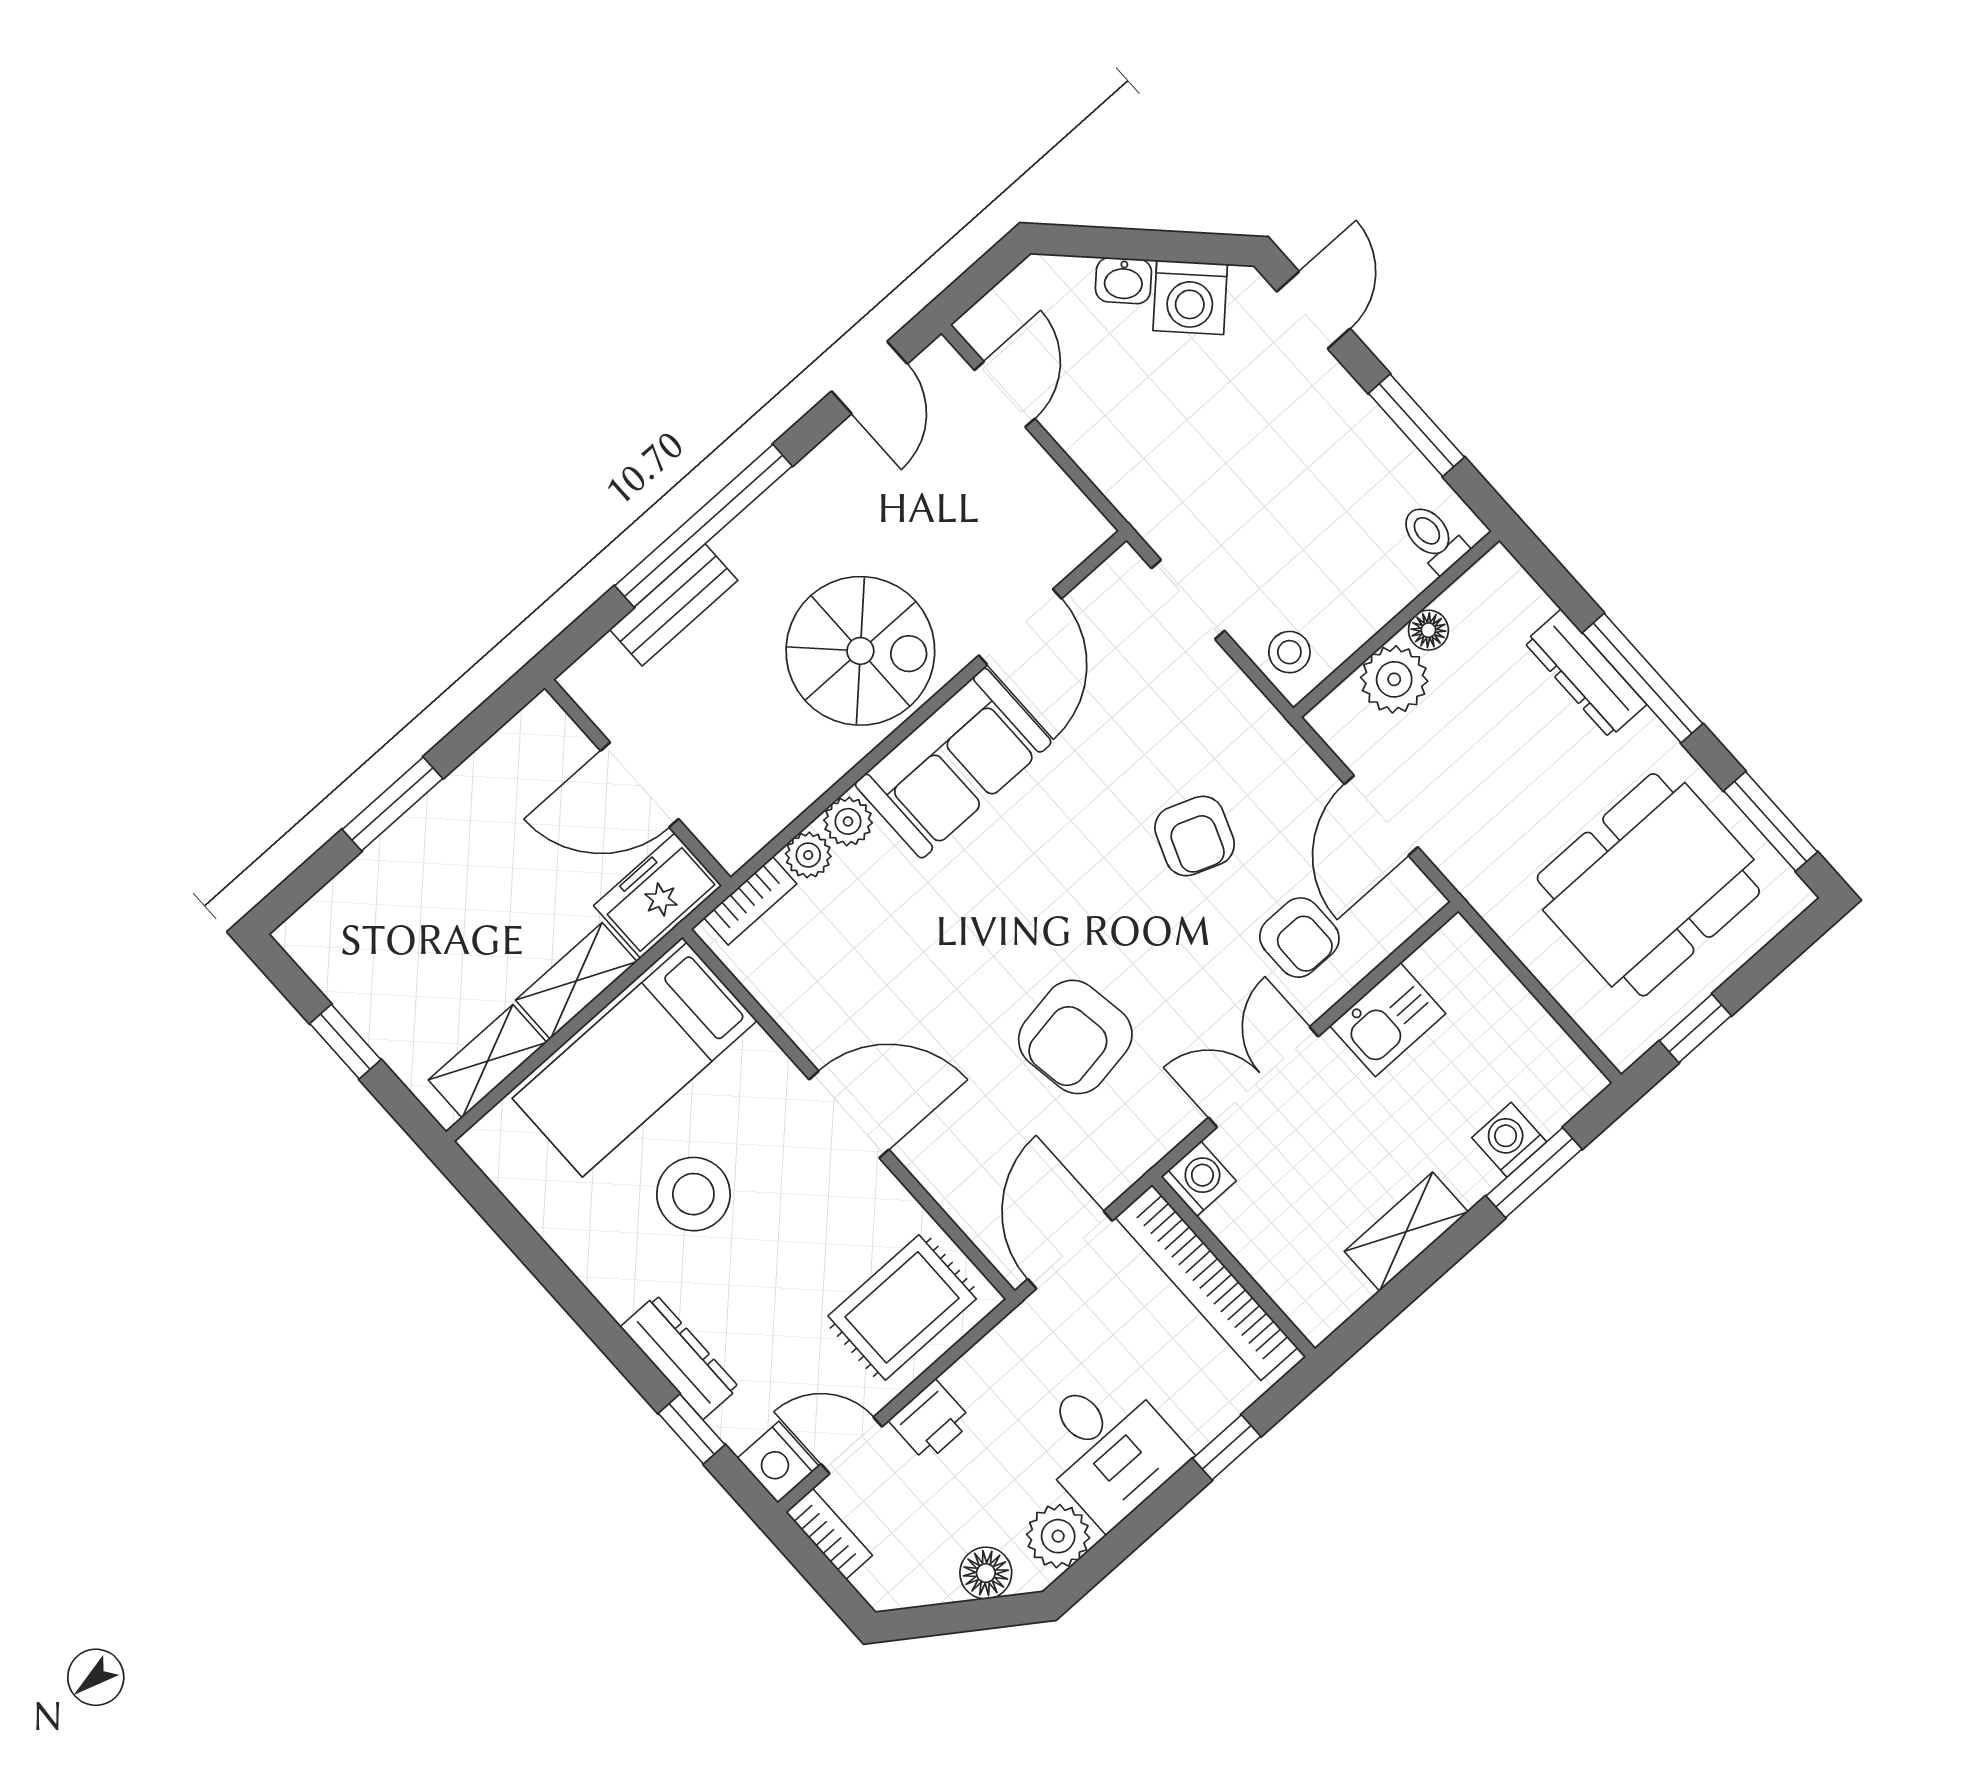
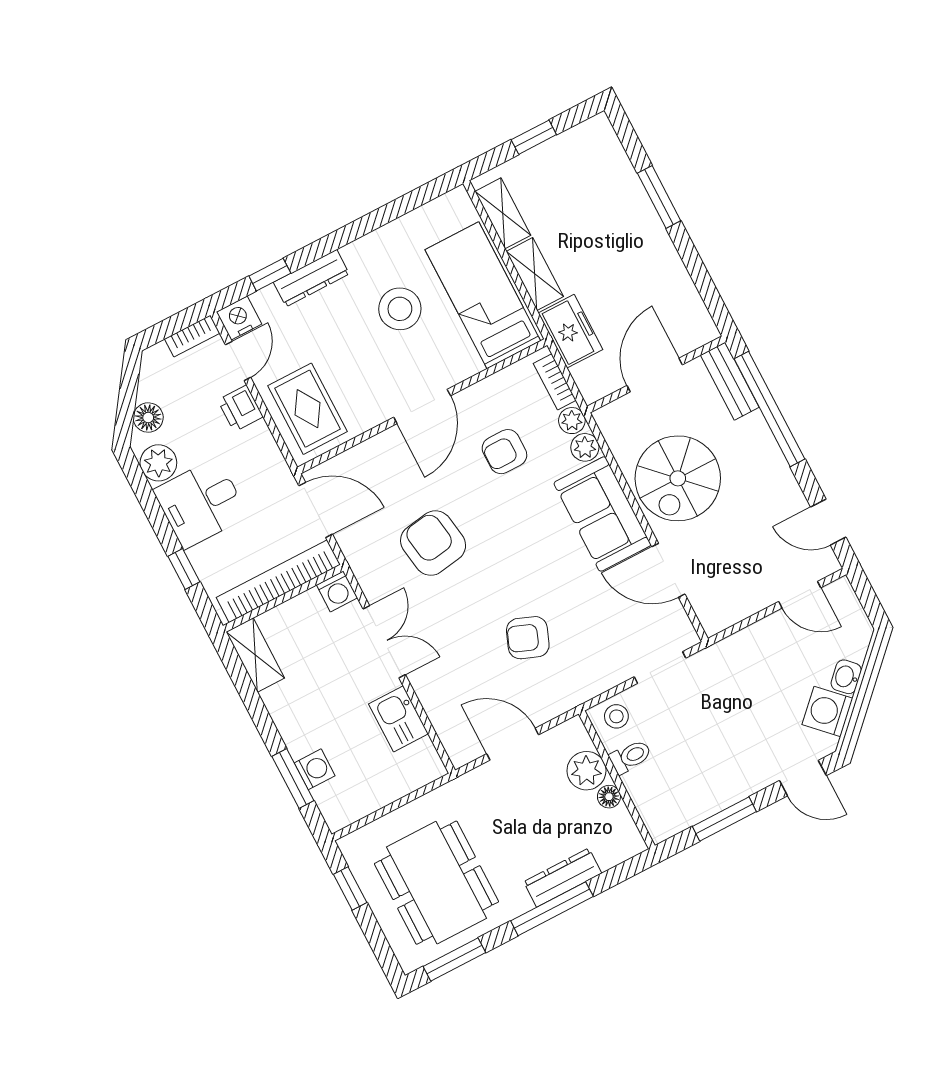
toilet: (1433, 538) -> (630, 757), moved
wall: (638, 783) -> (656, 374), moved
door: (640, 785) -> (655, 375), moved
armchair: (1299, 938) -> (504, 452), moved
shelving: (1406, 1232) -> (255, 655), moved

